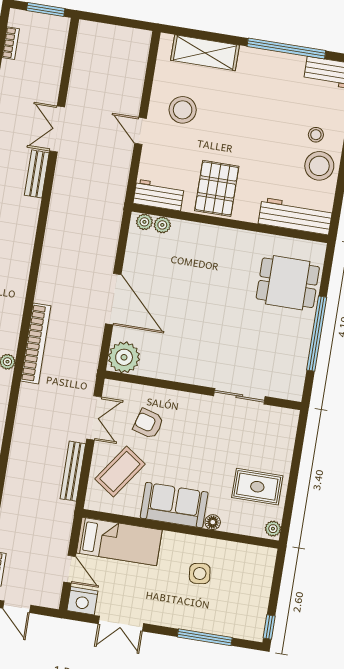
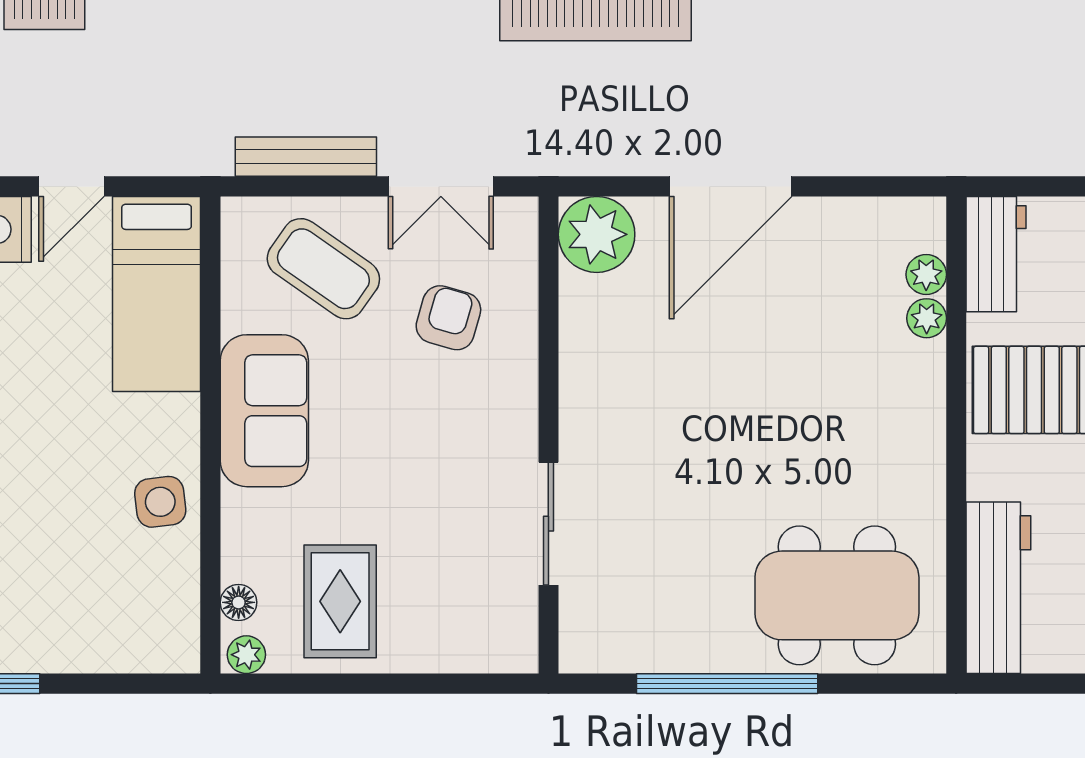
plant: (144, 222) -> (927, 318), moved
dining table: (288, 283) -> (837, 595), width x1.38
floor lamp: (213, 522) -> (239, 602), moved
side table: (200, 574) -> (160, 502), moved

